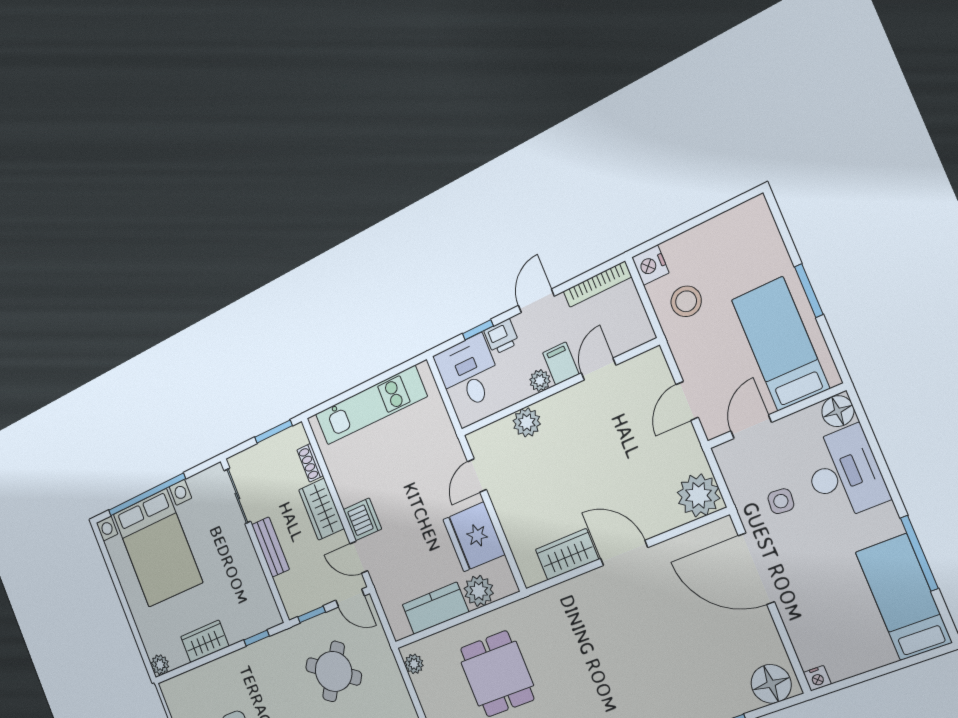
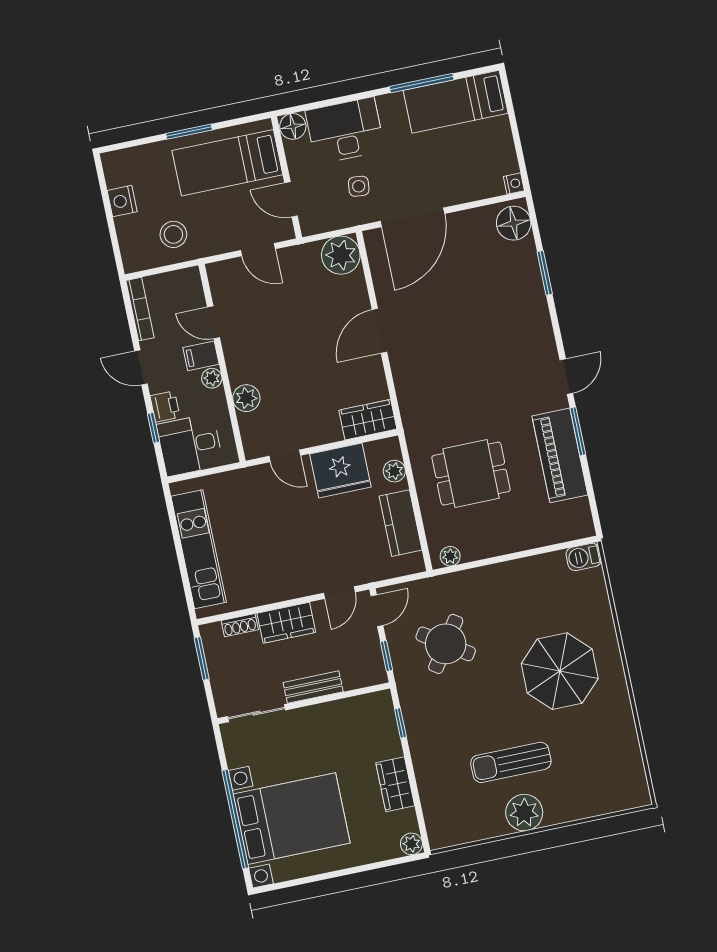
nightstand: (650, 265) -> (122, 201), moved, turned 90
dishwasher: (362, 519) -> (304, 581), removed
wardrobe: (567, 554) -> (368, 420), moved, turned 90
plant: (479, 591) -> (394, 471), width x0.73, depth x0.73

